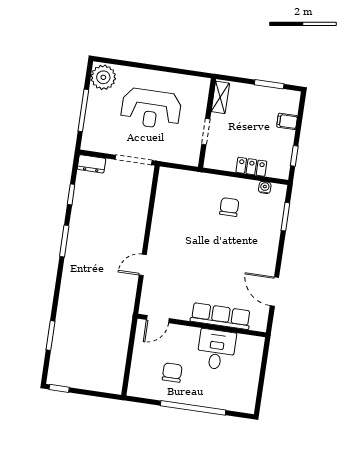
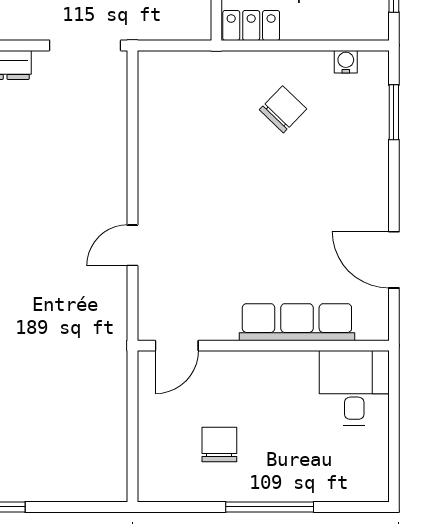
locker: (251, 167) -> (251, 25), moved
chair: (229, 207) -> (283, 109), turned 44
desk: (216, 350) -> (354, 388), moved
window: (193, 408) -> (270, 507), width x0.68

